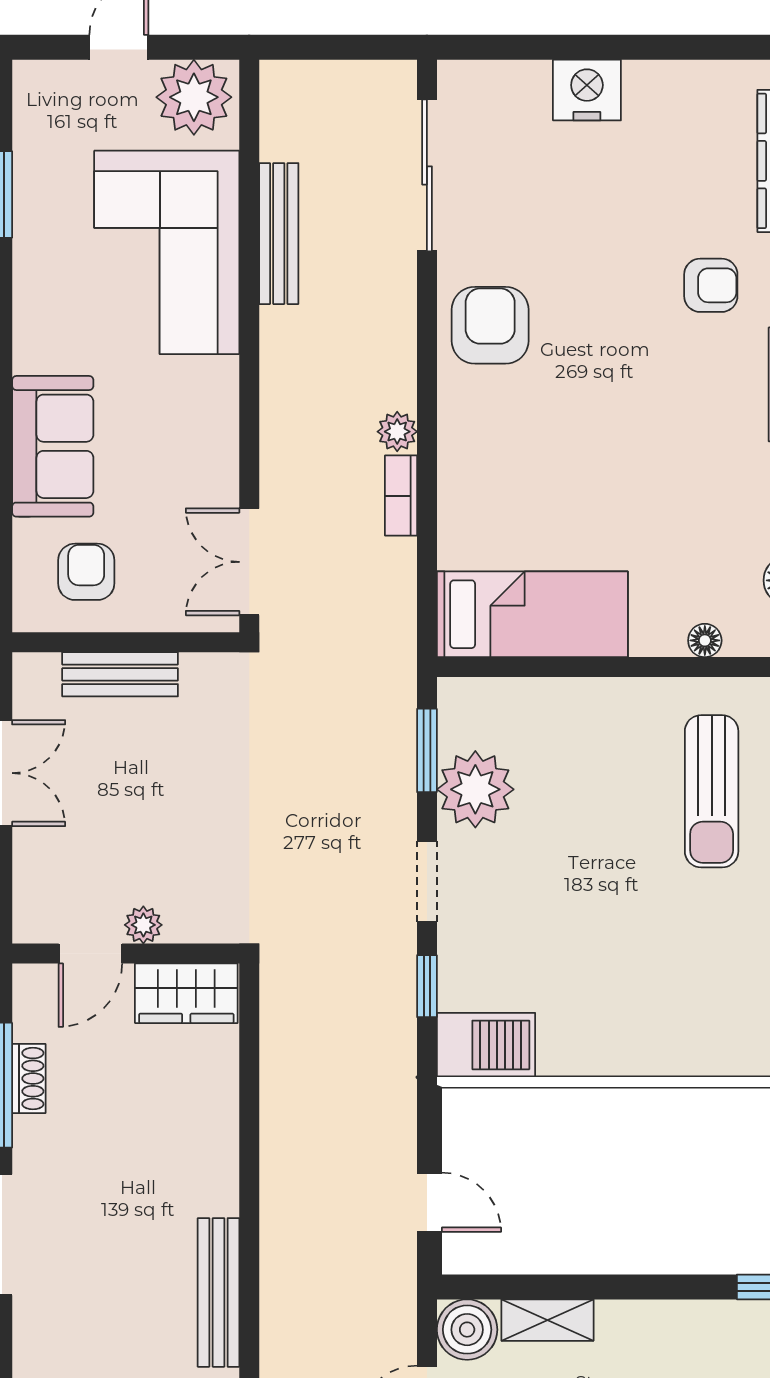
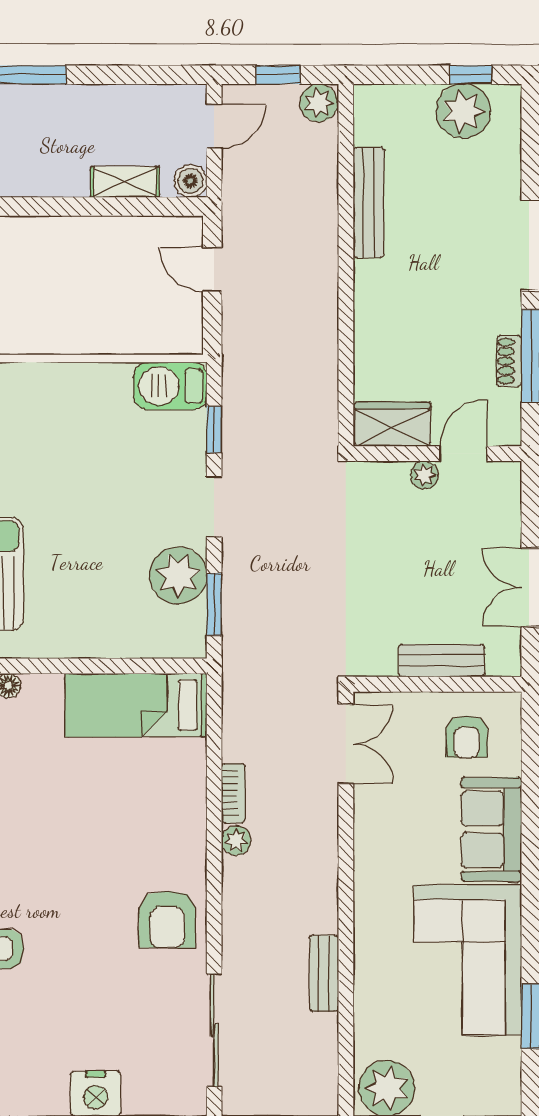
bench: (279, 234) -> (324, 973), width x0.73
corner sofa: (167, 252) -> (468, 960), moved, turned 180
boiler: (467, 1330) -> (190, 181), width x0.73, depth x0.73

